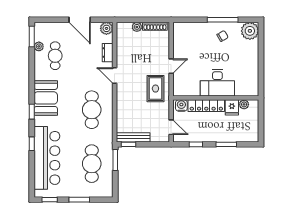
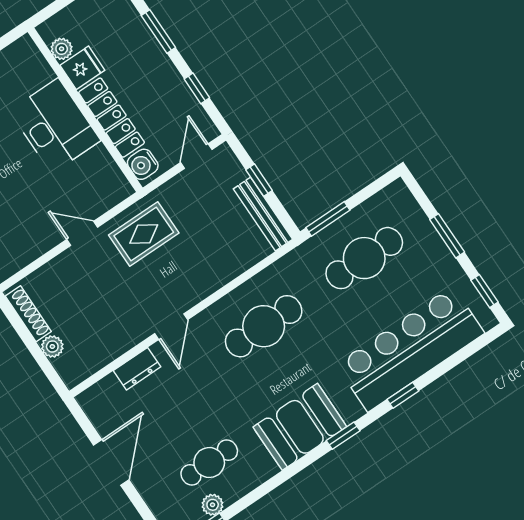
plant: (106, 28) -> (93, 401), removed
window: (129, 144) -> (259, 180), moved

